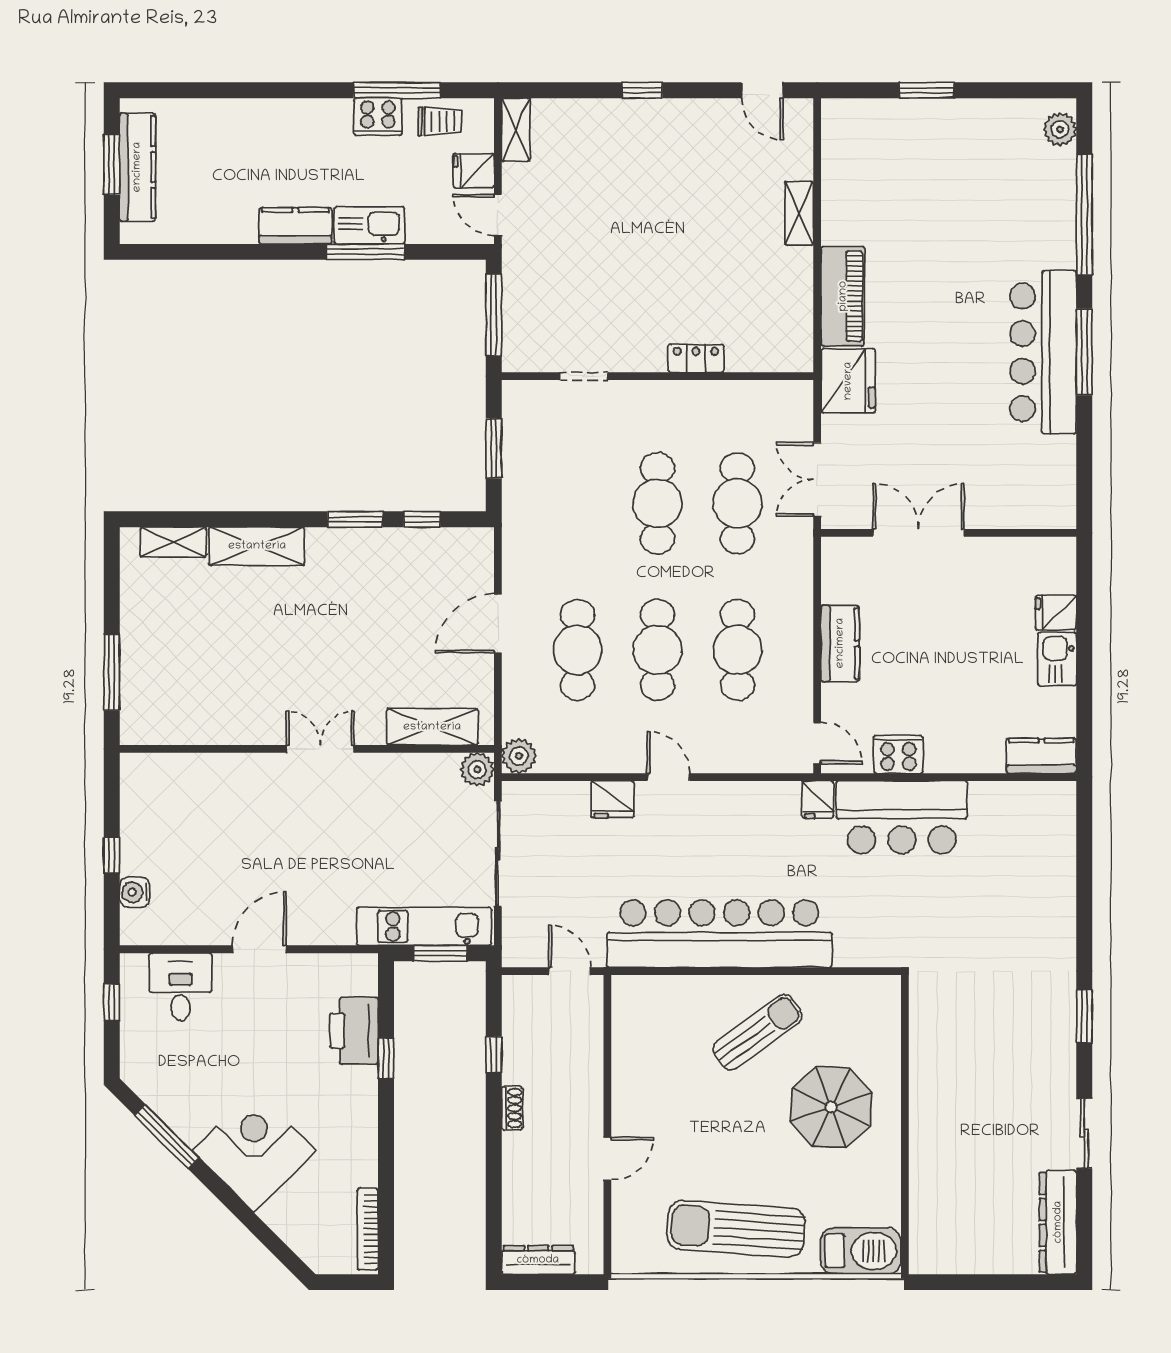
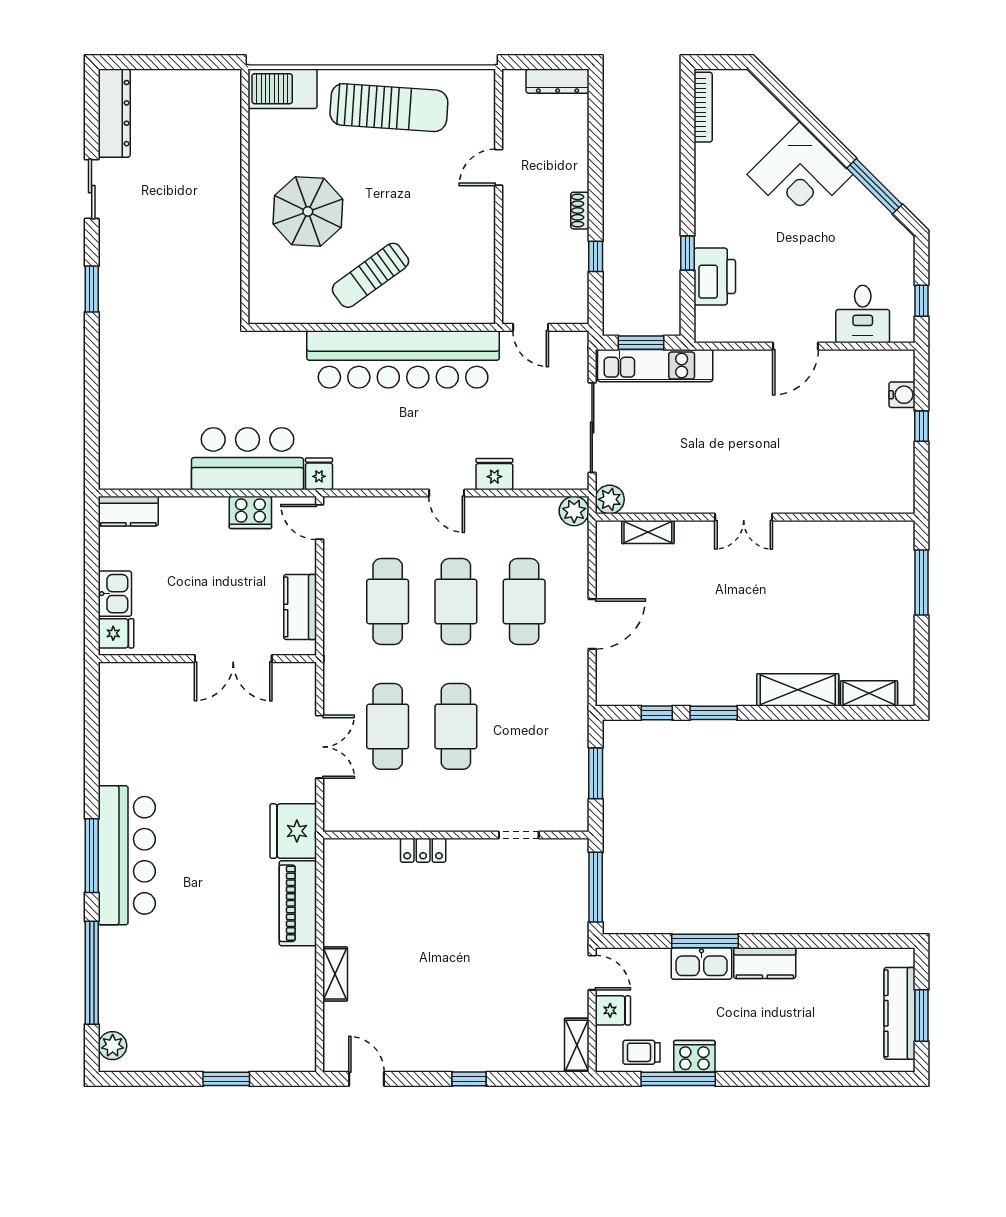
double door: (919, 533) -> (233, 659), moved
wall: (949, 533) -> (207, 659), moved
shelving: (432, 727) -> (648, 532), width x0.67, depth x0.75

